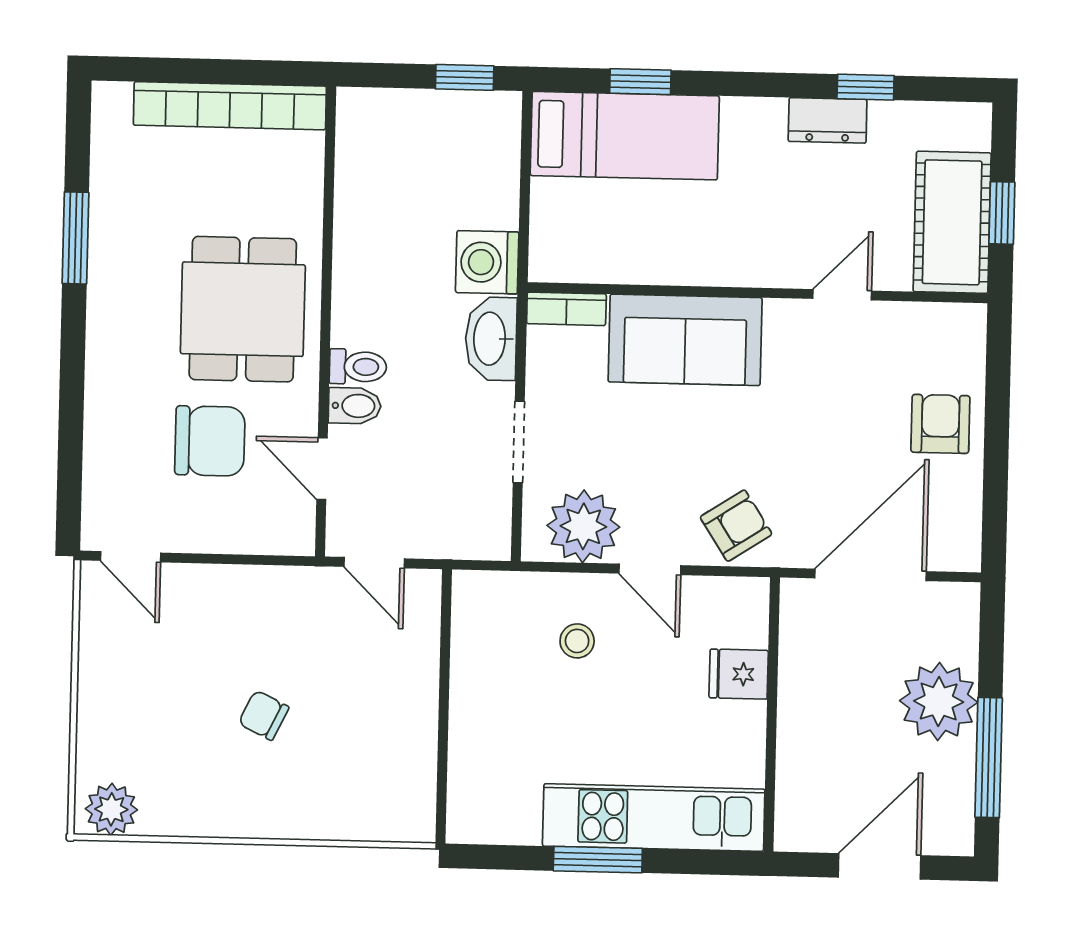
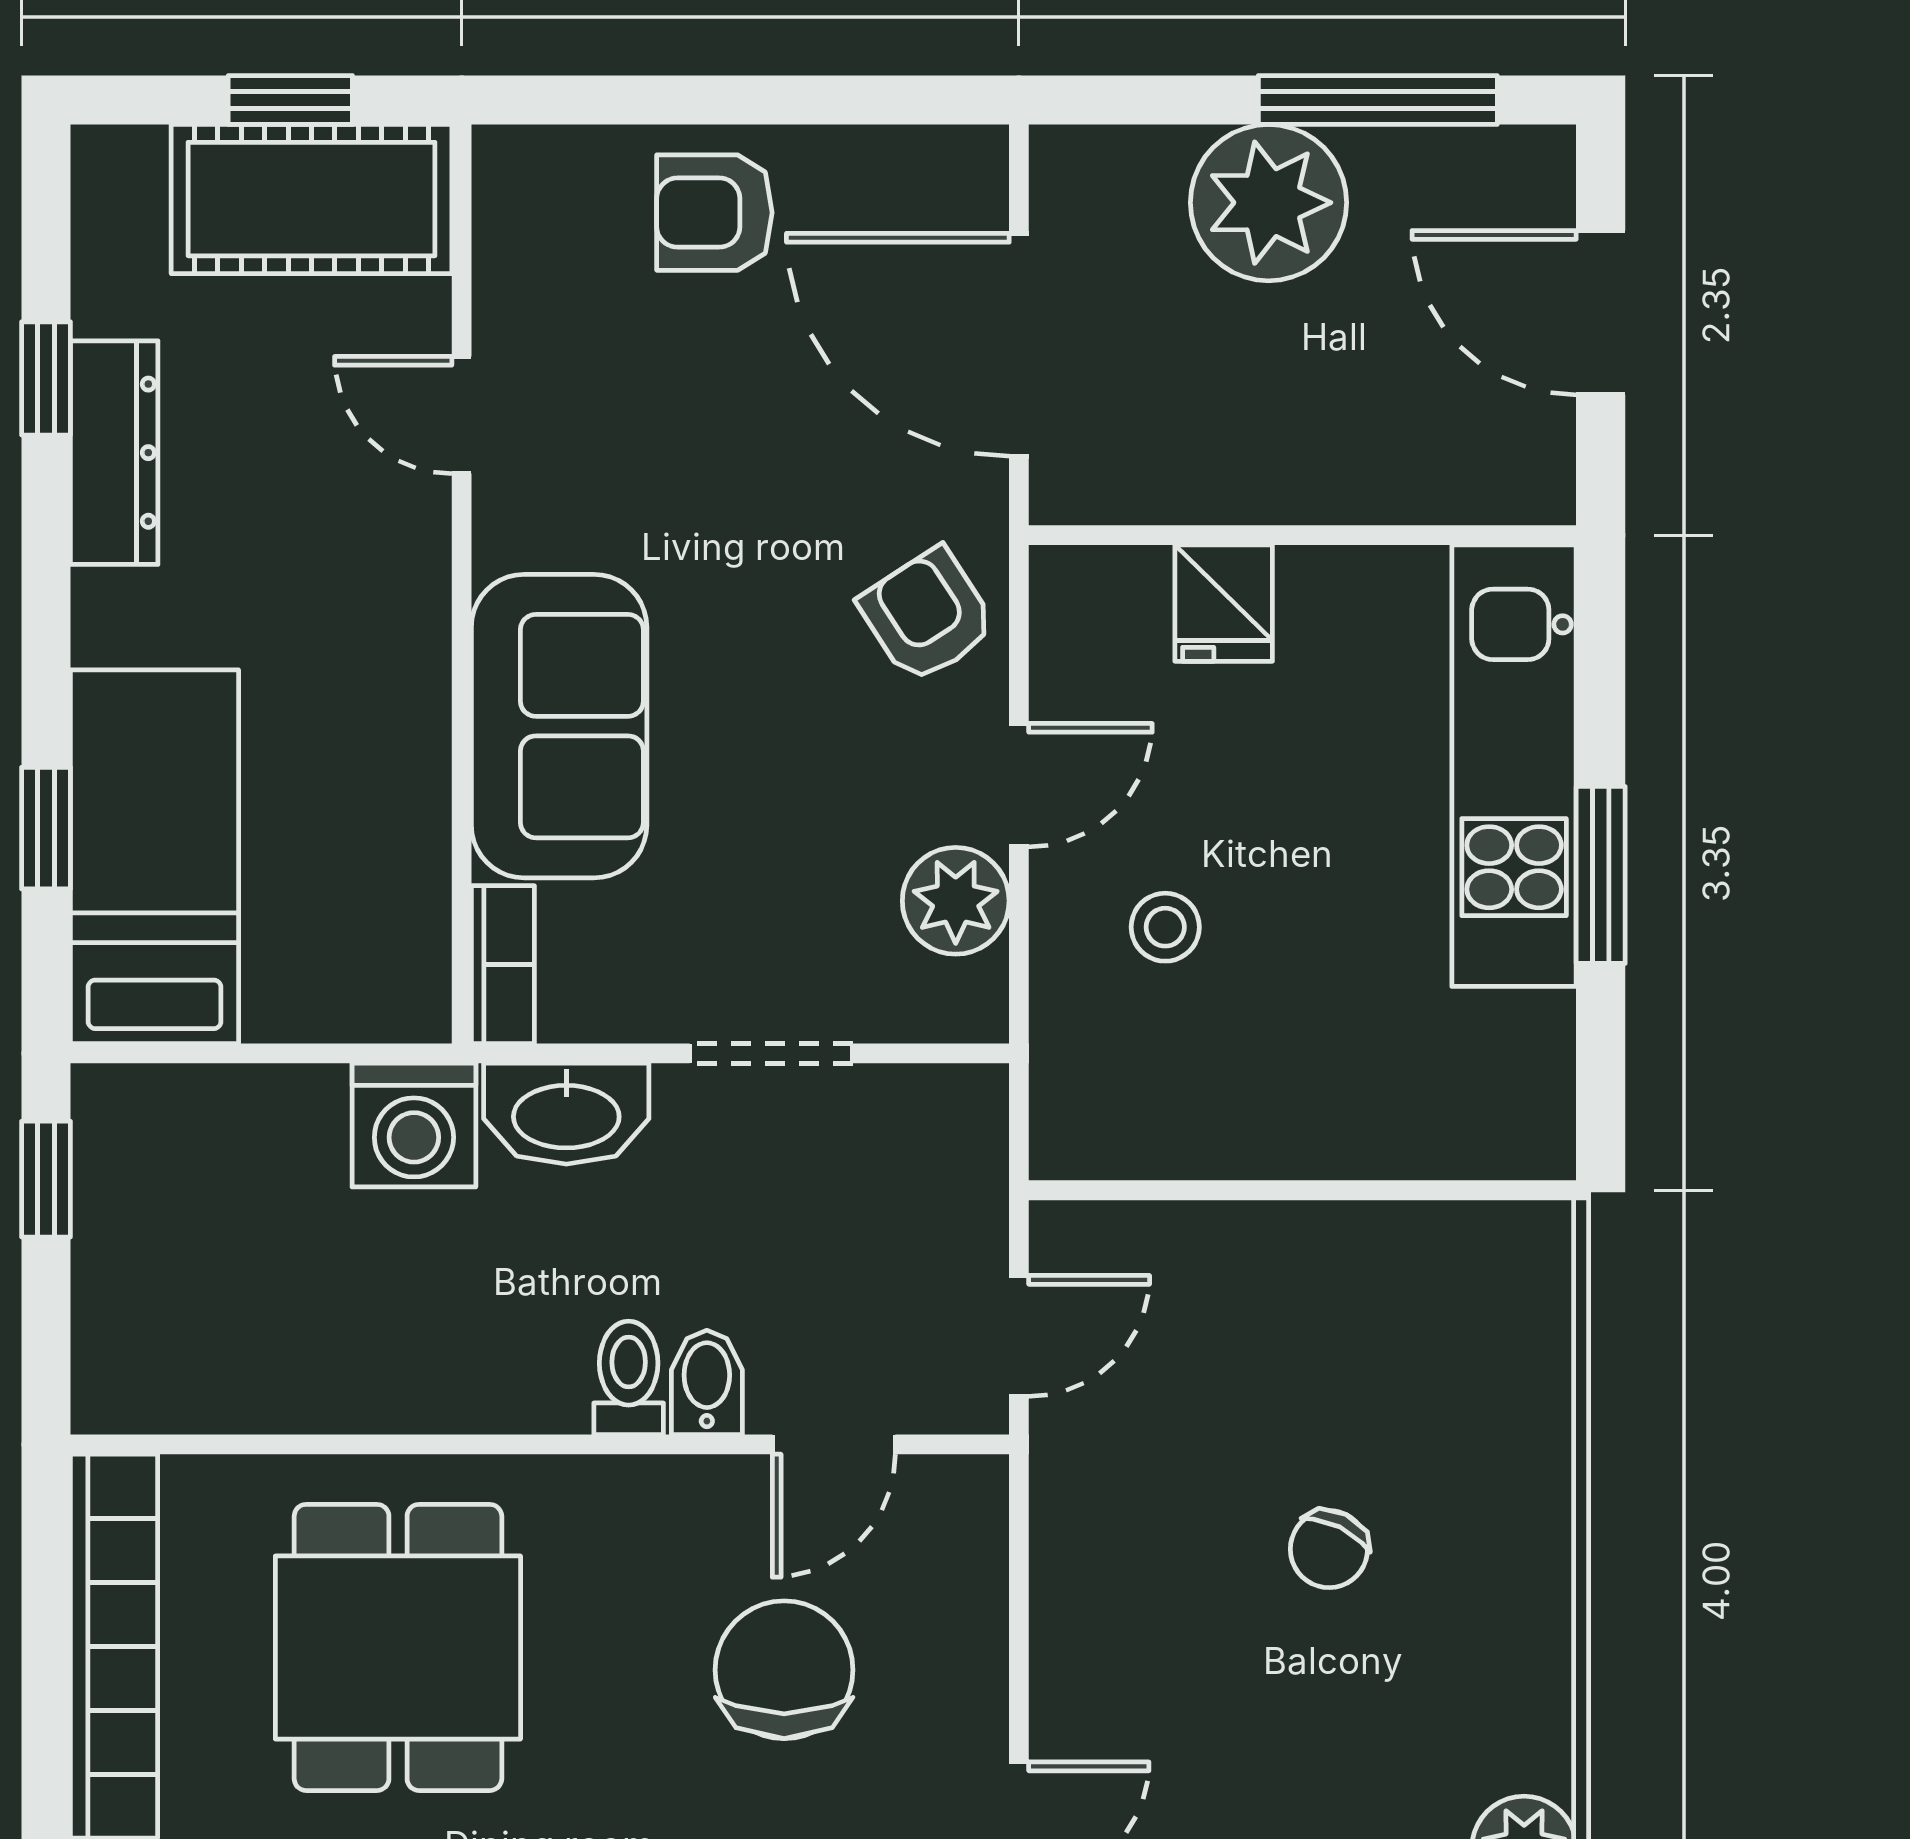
dresser: (828, 120) -> (114, 453), width x1.44
dining table: (243, 309) -> (398, 1647), moved, turned 90
plant: (583, 526) -> (956, 901), width x0.73, depth x0.73

